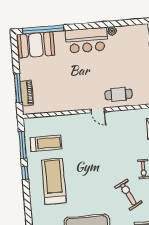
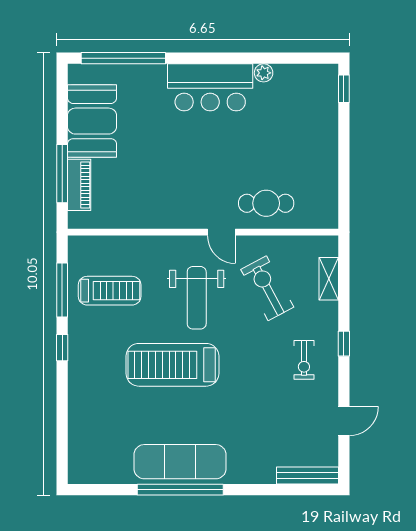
booth: (36, 45) -> (92, 121), moved, turned 90
weight bench: (89, 143) -> (197, 298), added
treadmill: (54, 181) -> (172, 365), moved, turned -90
exercise bike: (129, 194) -> (267, 288), moved

